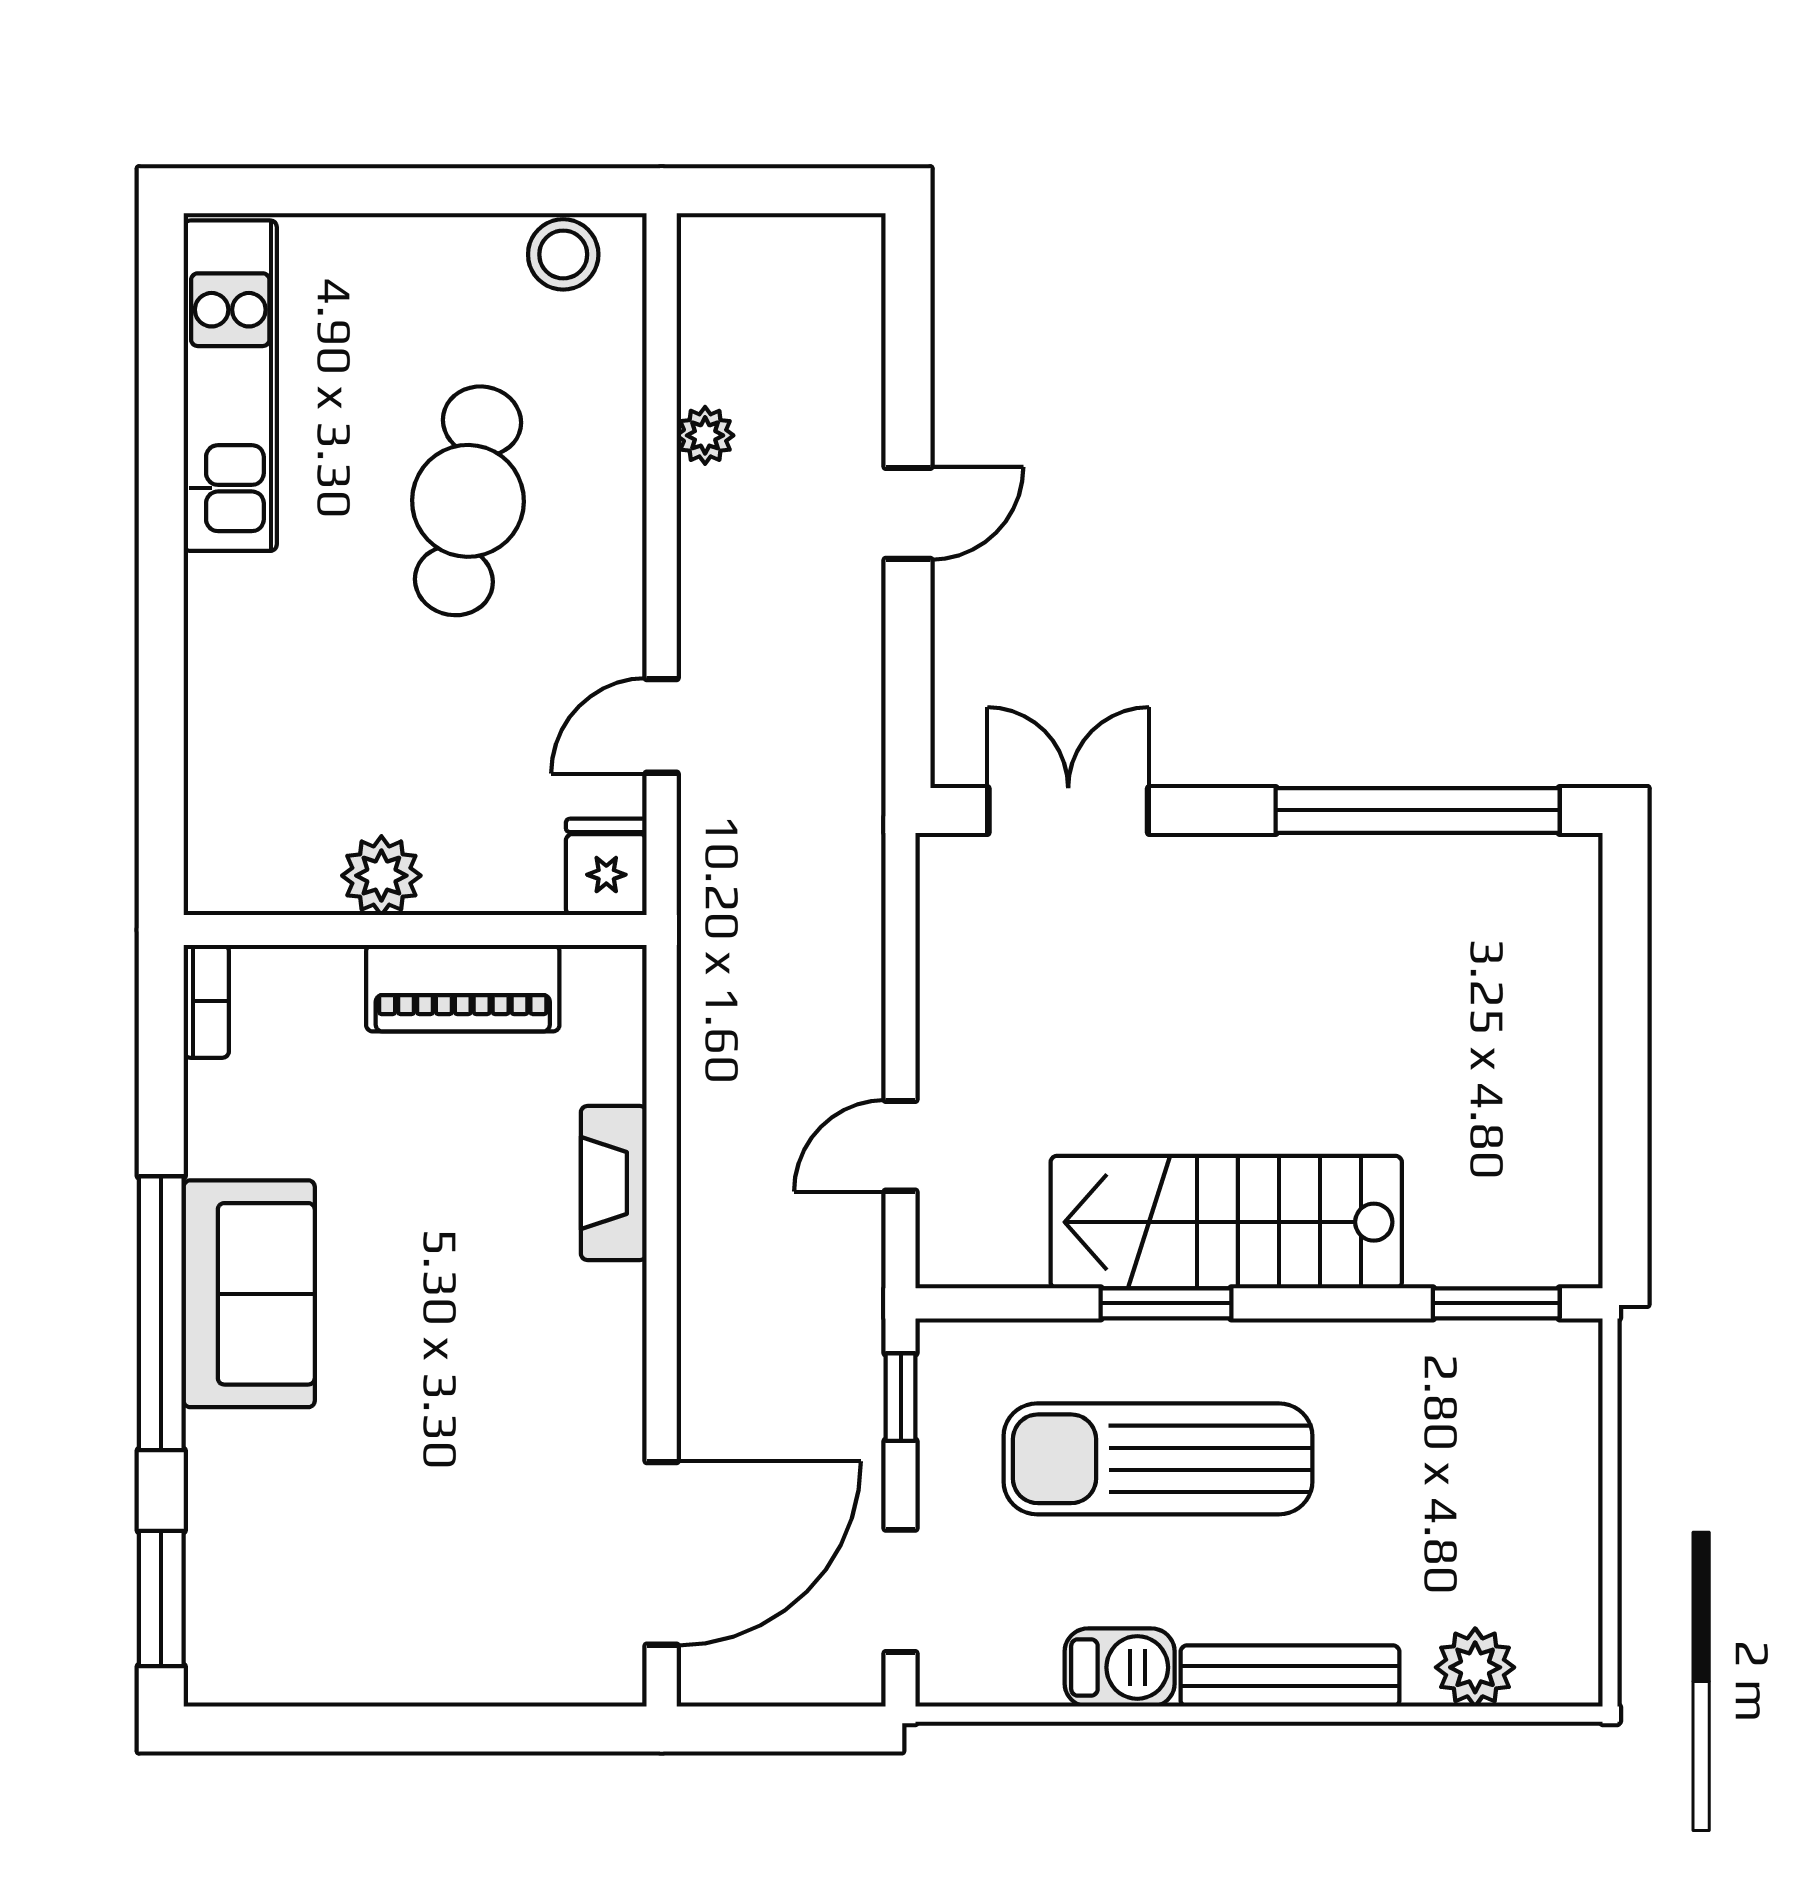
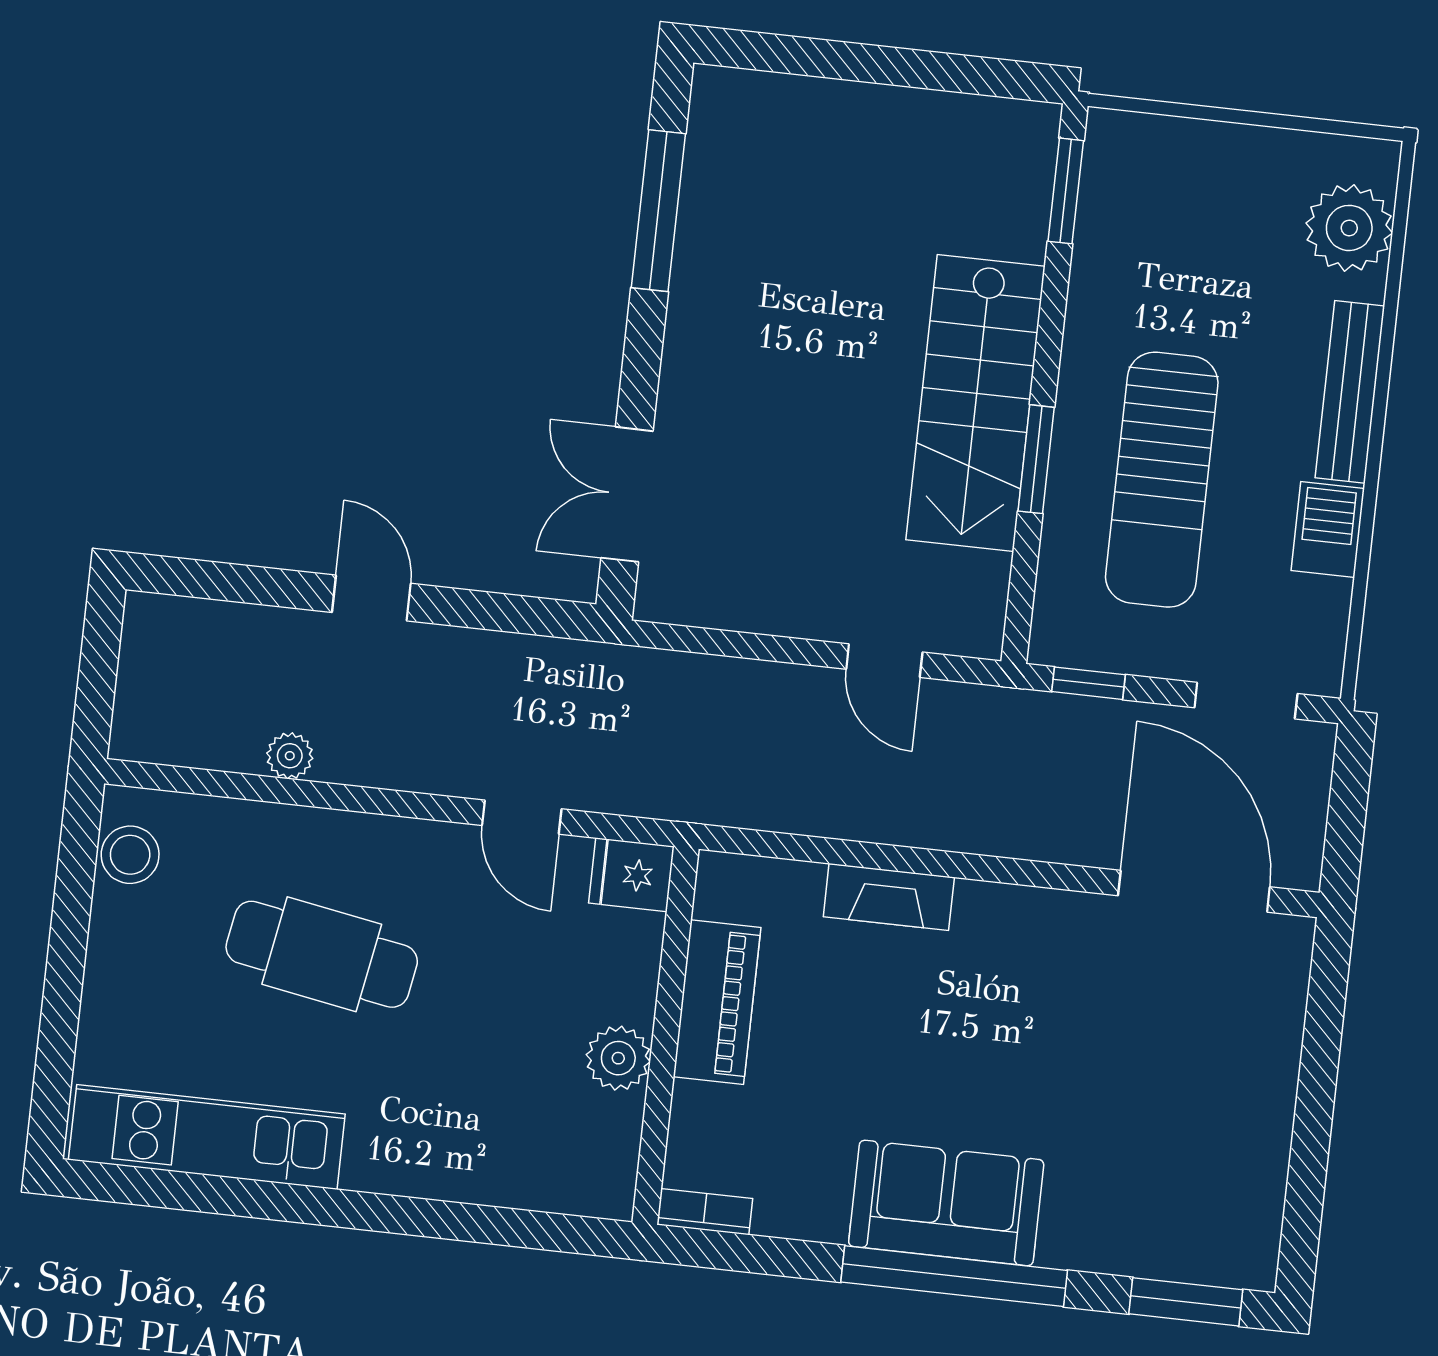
window: (1418, 810) -> (658, 211), width x0.68
plant: (1475, 1667) -> (1349, 228), width x1.36, depth x1.36

